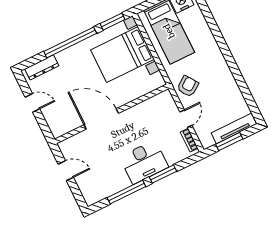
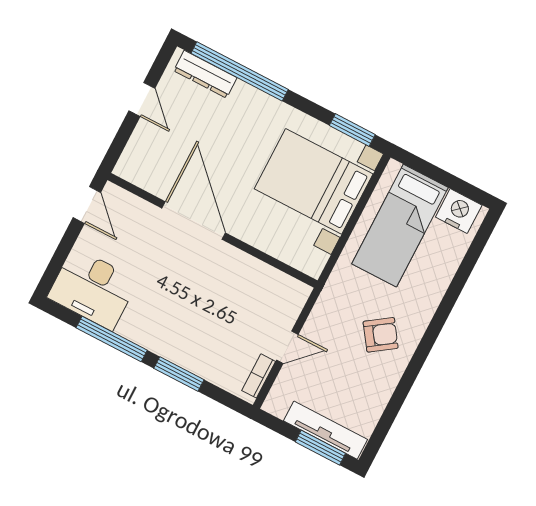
window: (70, 42) -> (240, 71), moved
armchair: (188, 86) -> (381, 335), moved
window: (229, 142) -> (320, 448), moved
desk: (144, 162) -> (93, 289), moved
door: (66, 171) -> (87, 205), moved

